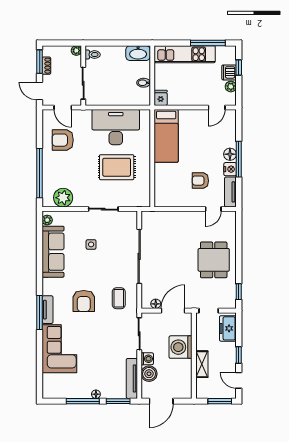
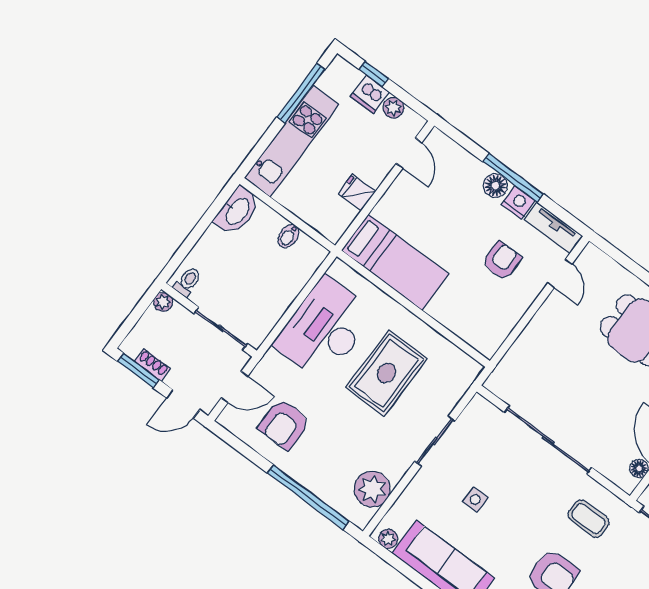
fridge: (161, 98) -> (357, 193), moved
armchair: (200, 181) -> (502, 261), turned 180

